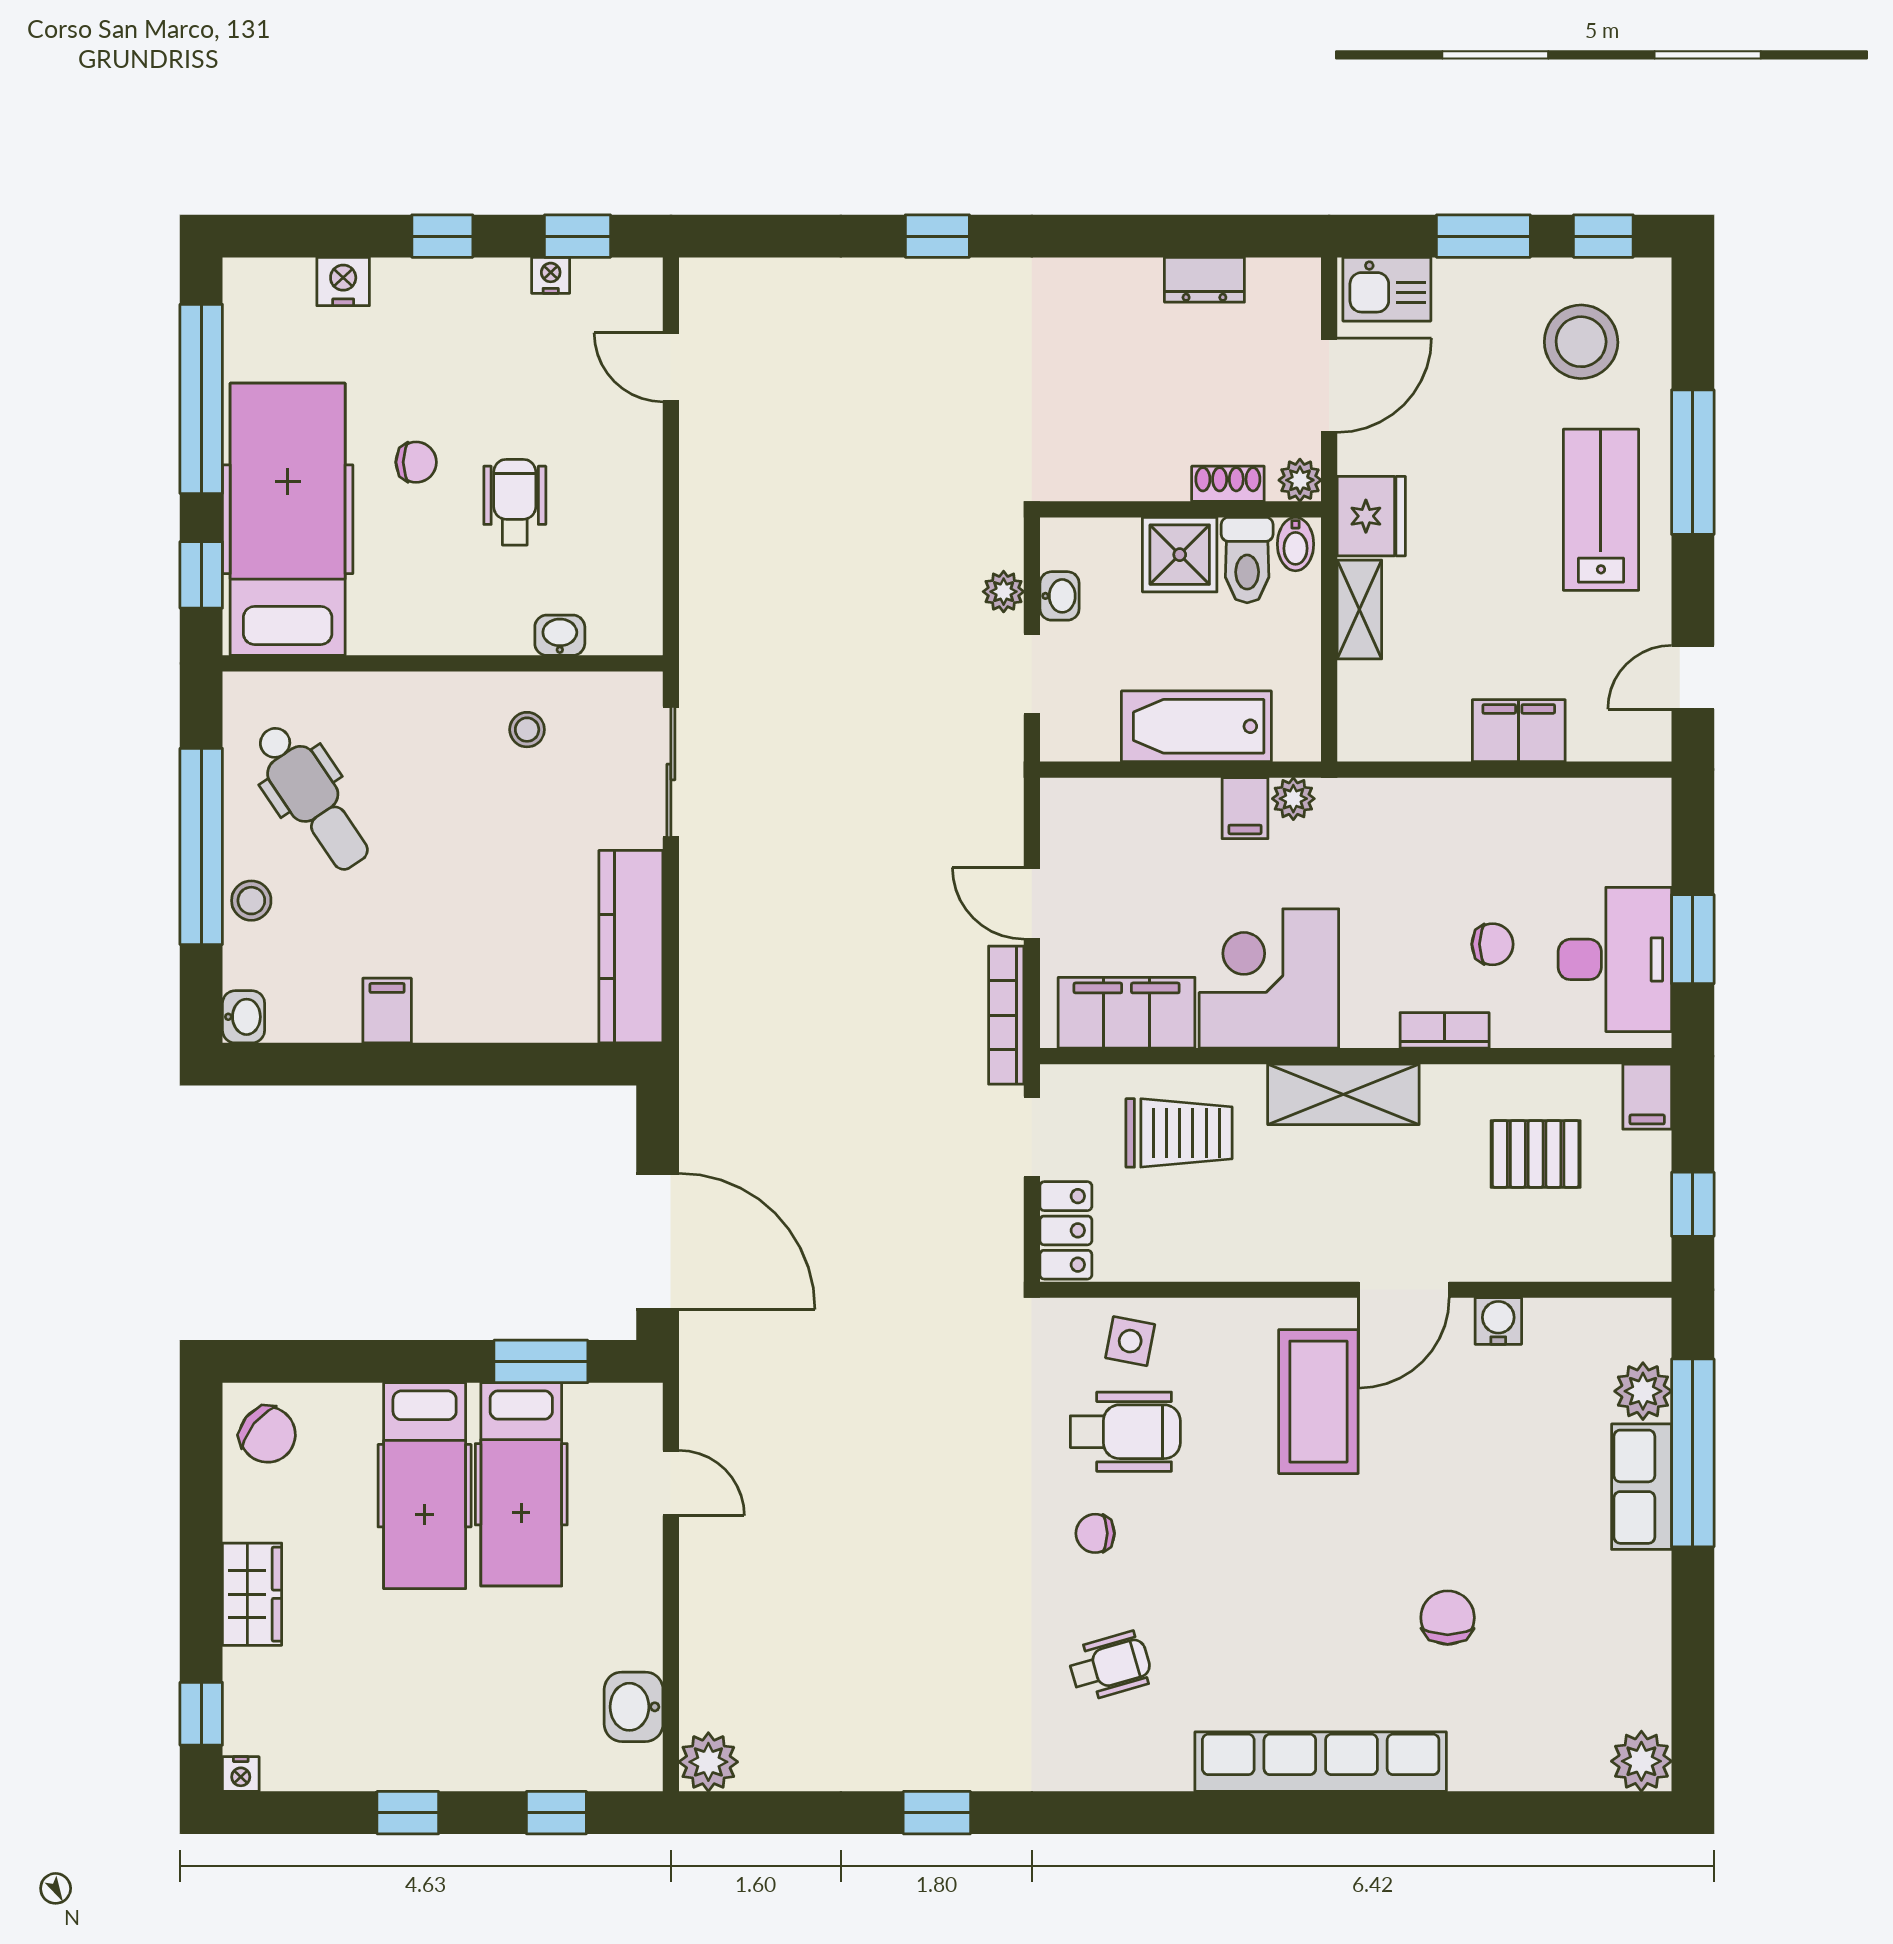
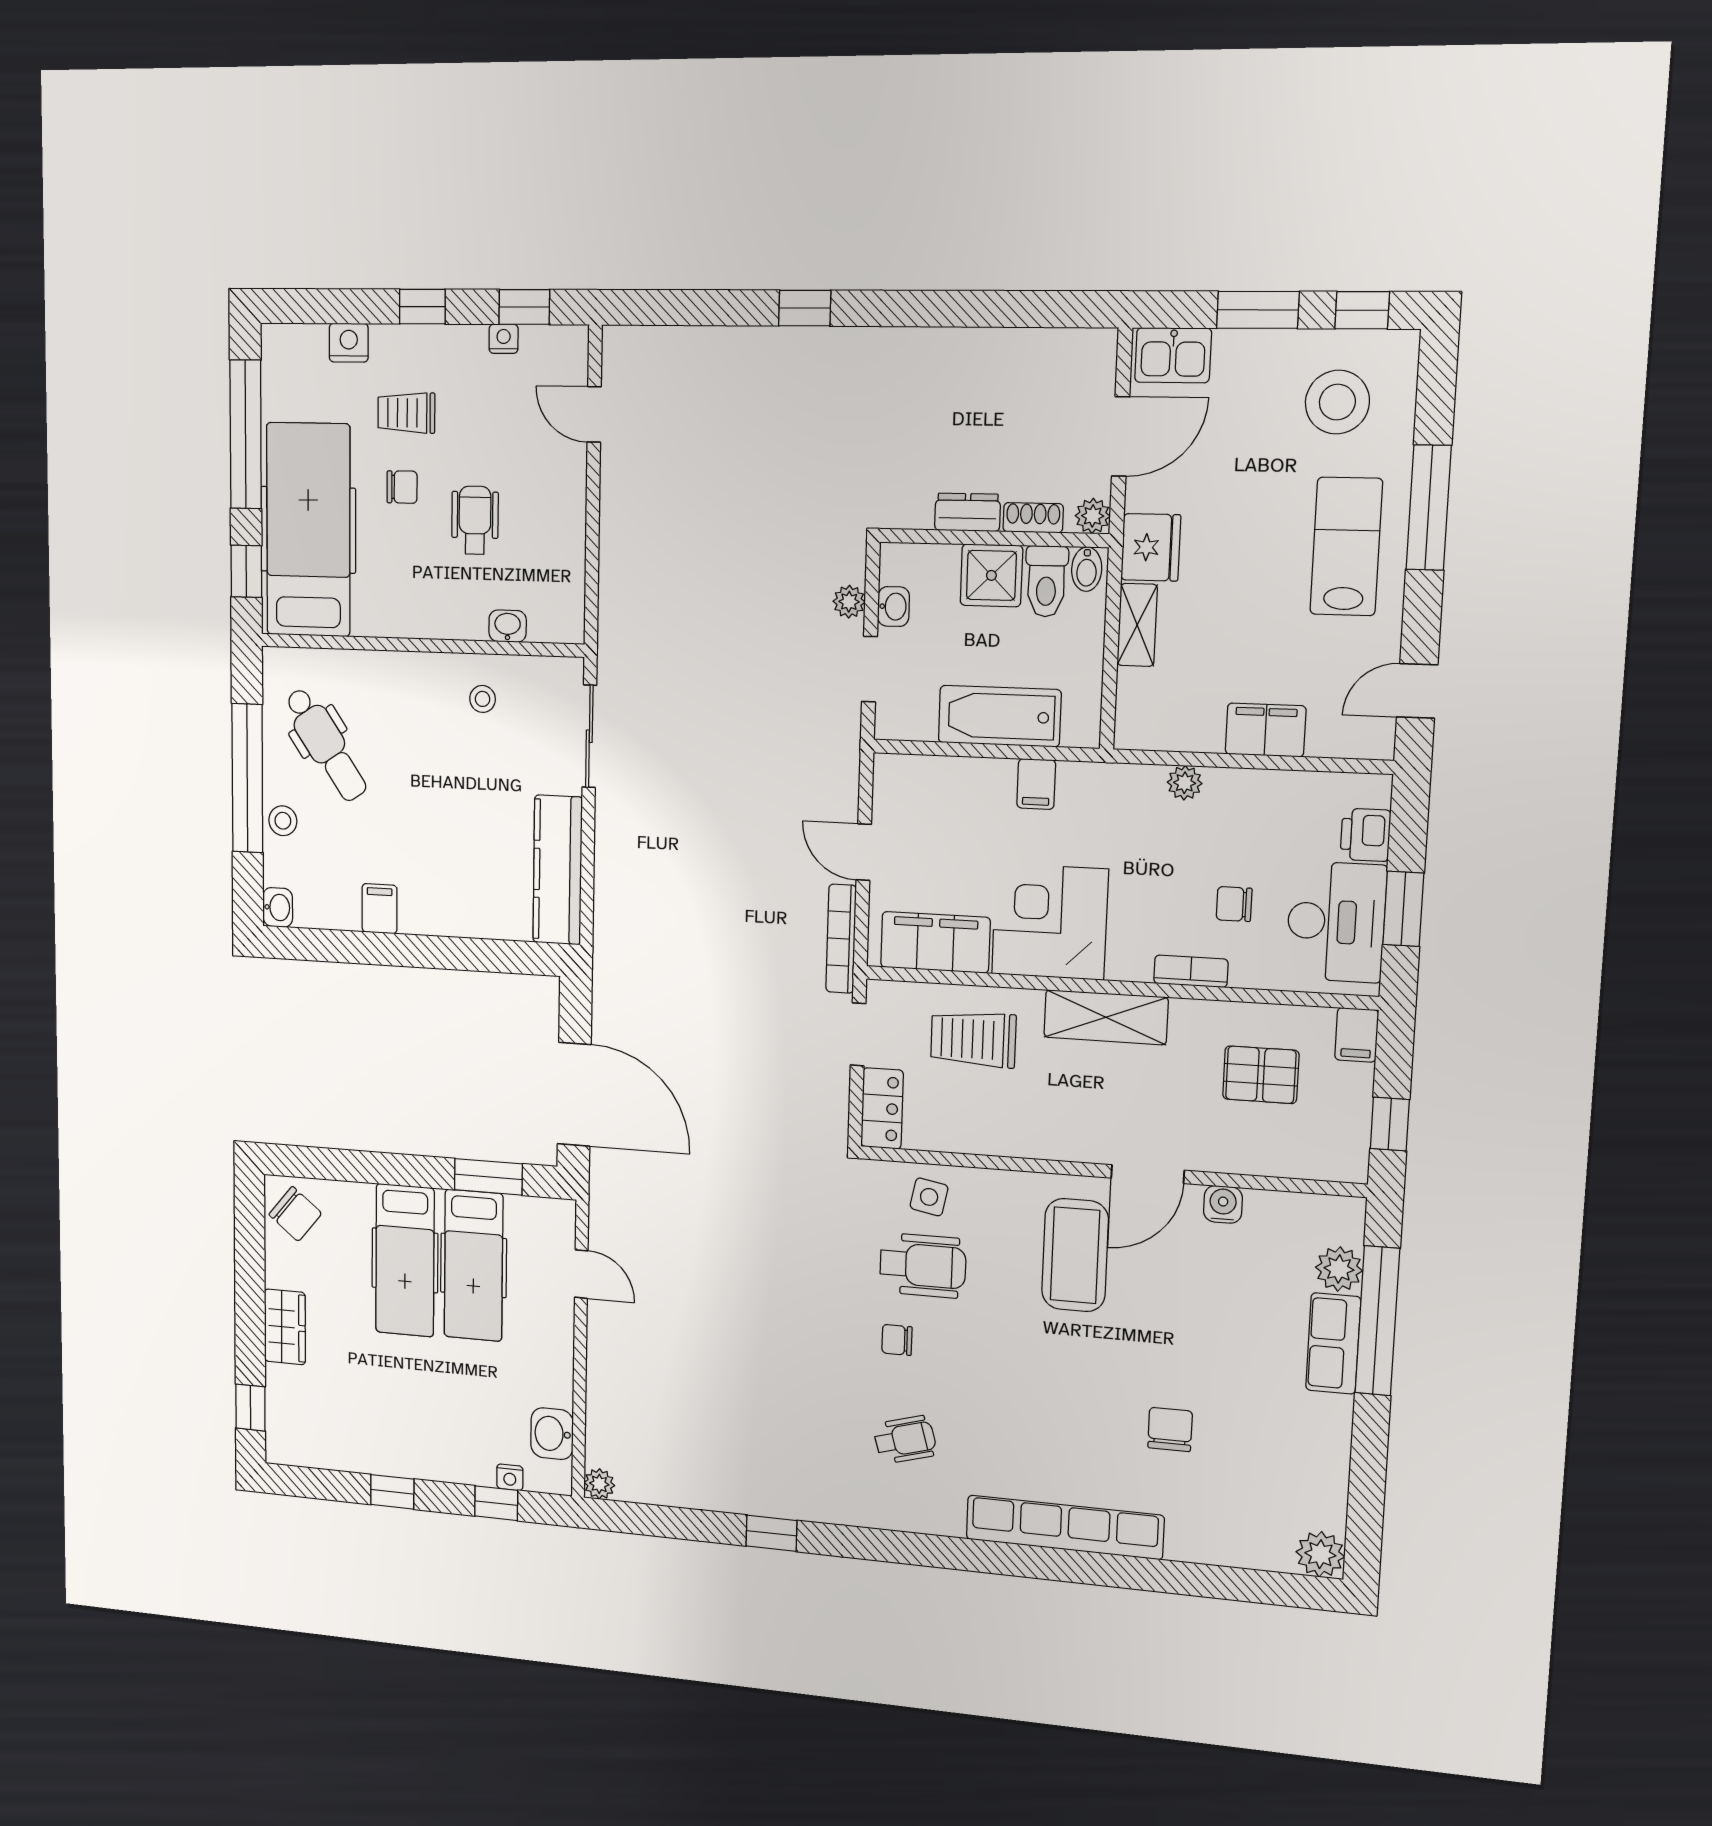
dresser: (1204, 280) -> (968, 512), moved, turned 180
trolley: (421, 369) -> (406, 413), added
plant: (1293, 799) -> (1185, 783), moved
printer: (1643, 852) -> (1365, 835), added
chair: (1492, 944) -> (1234, 904), turned 180
trolley: (1179, 1133) -> (973, 1039), turned 180
plant: (708, 1762) -> (599, 1484), width x0.73, depth x0.73
nightstand: (241, 1774) -> (510, 1477), moved

